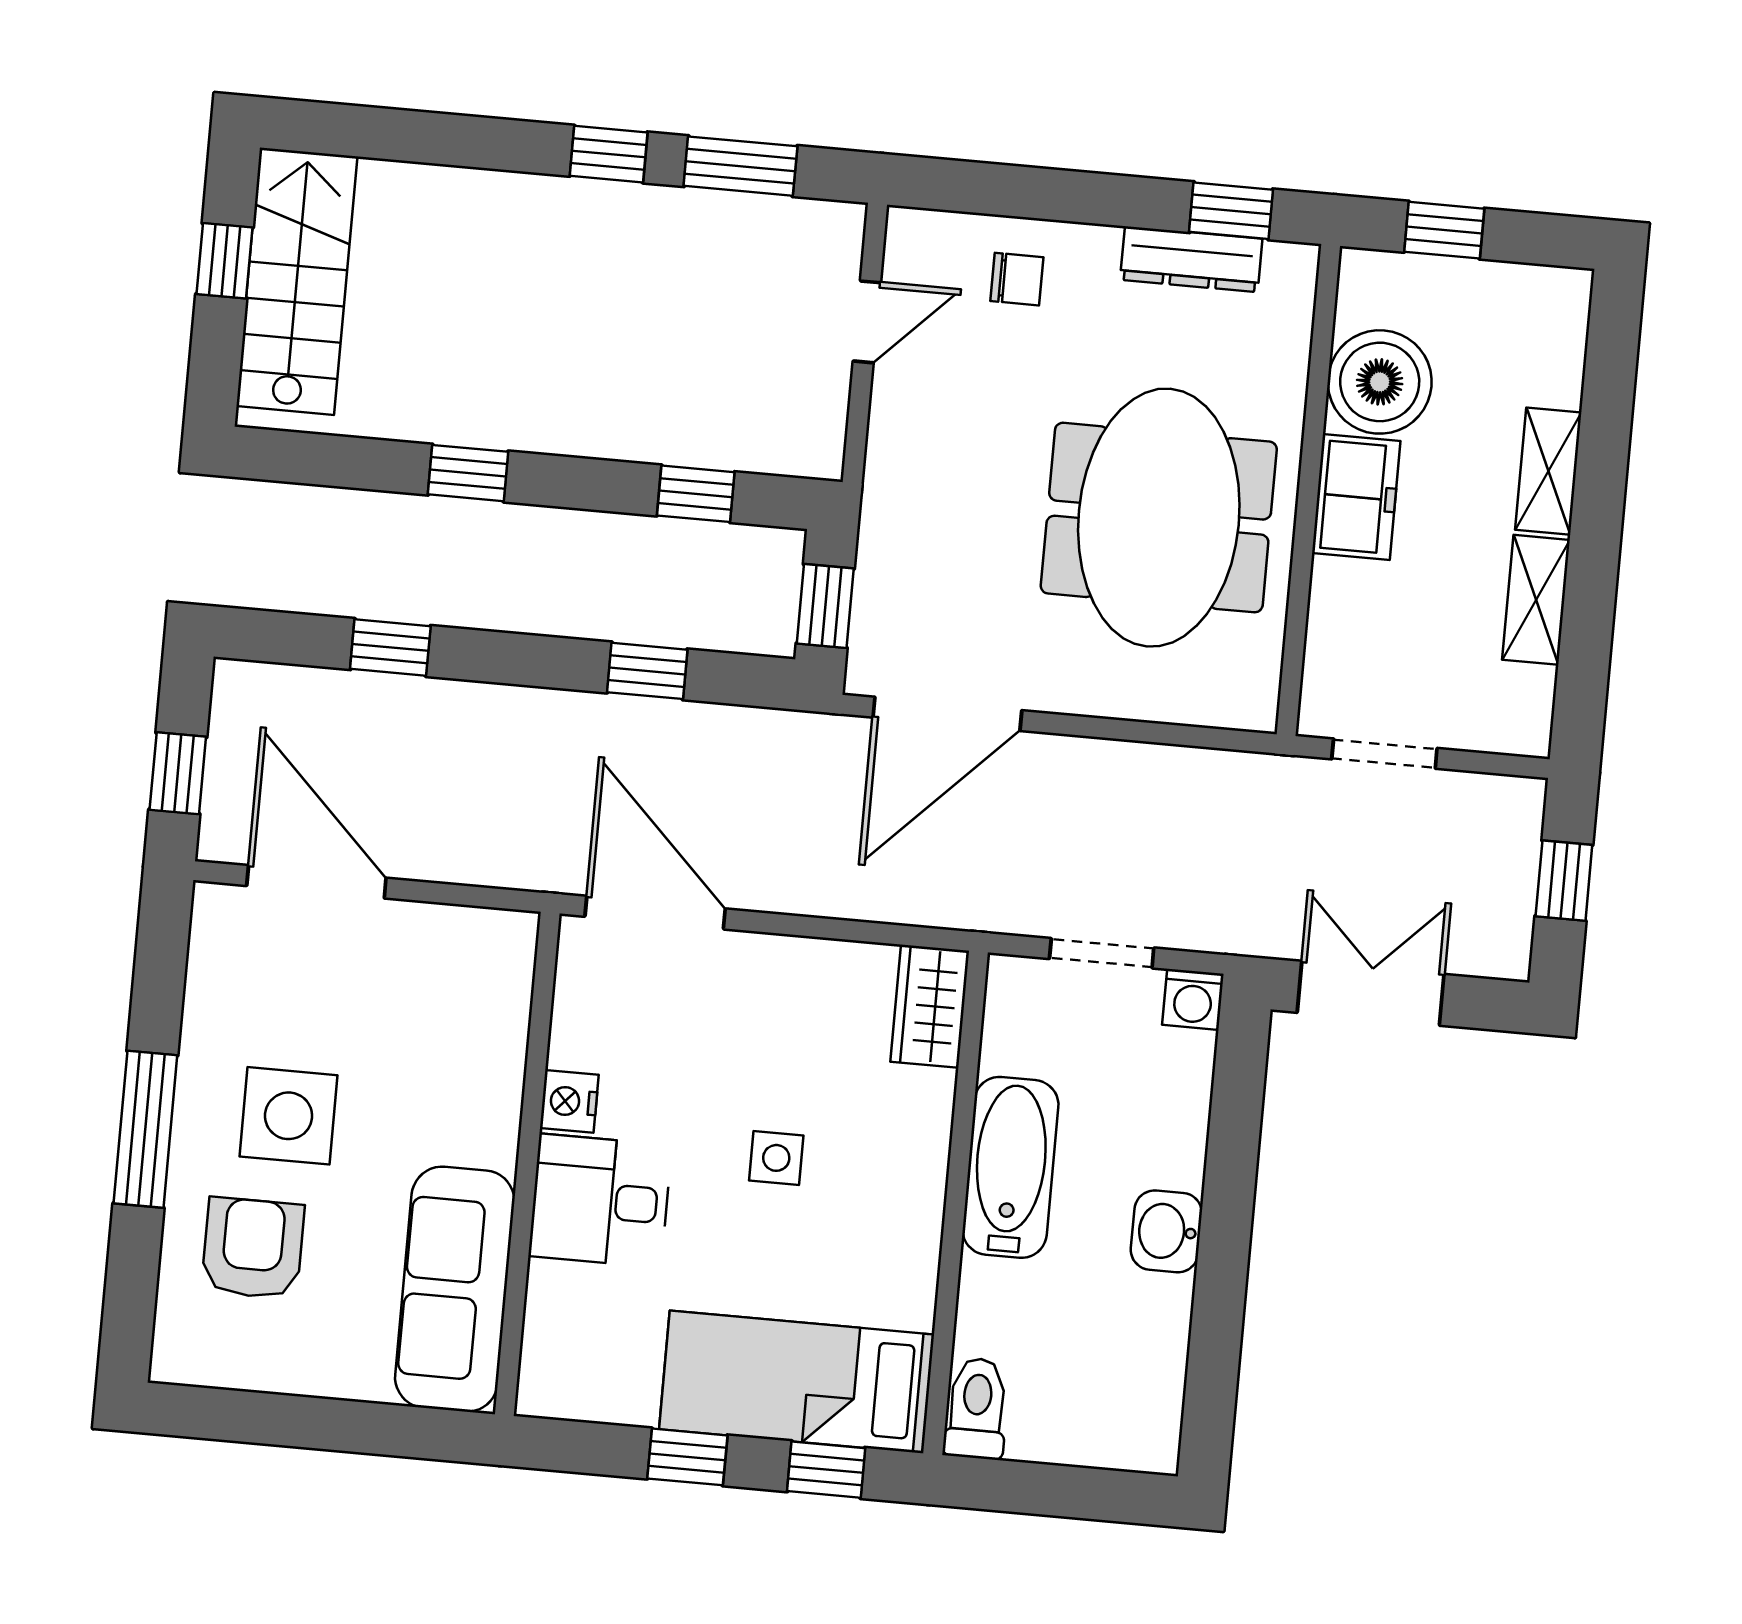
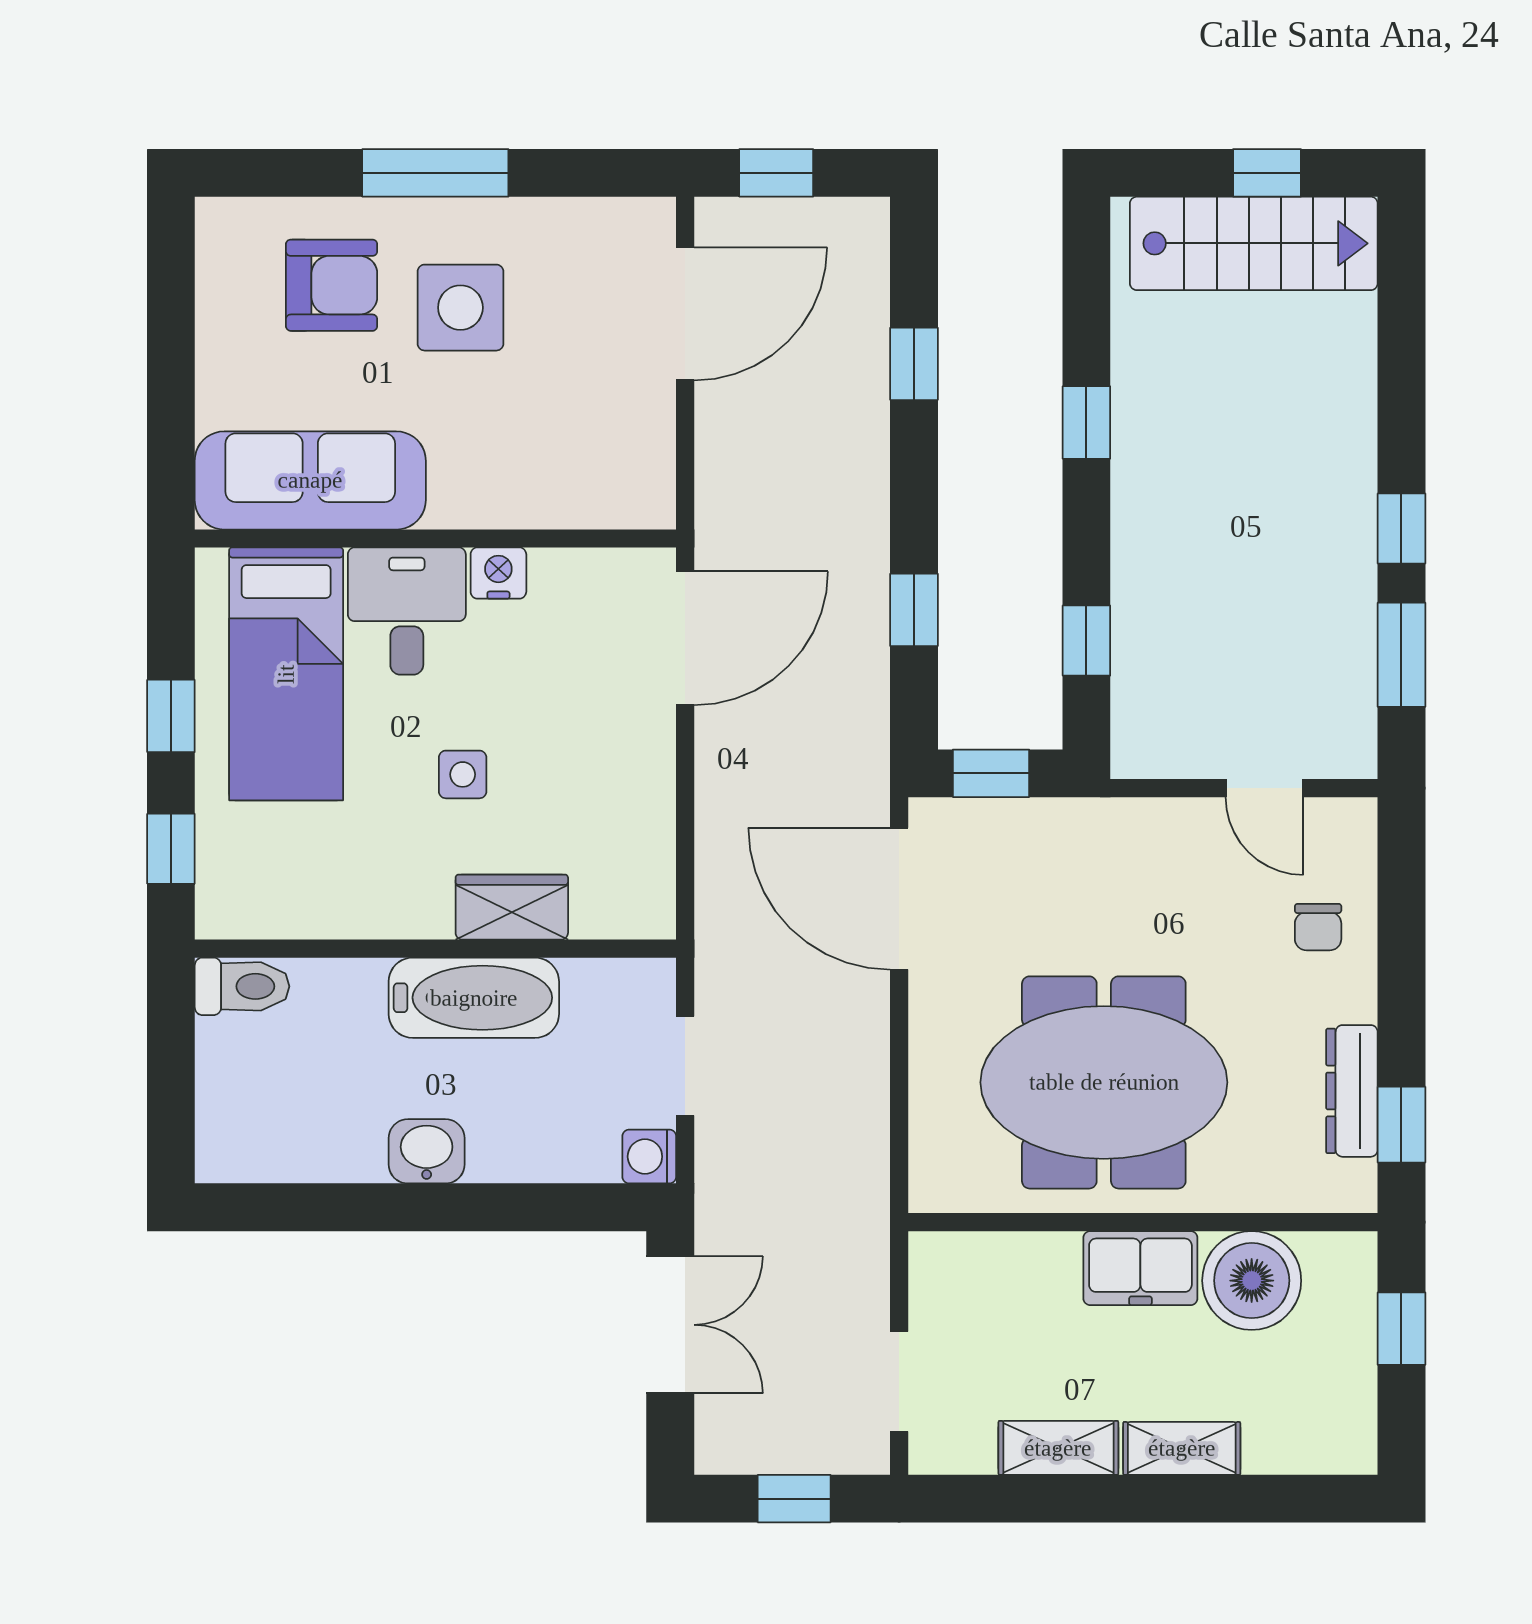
doorway: (1384, 754) -> (899, 1382), moved
wardrobe: (930, 1006) -> (512, 907), moved
bed: (797, 1382) -> (286, 674), moved, turned 180

